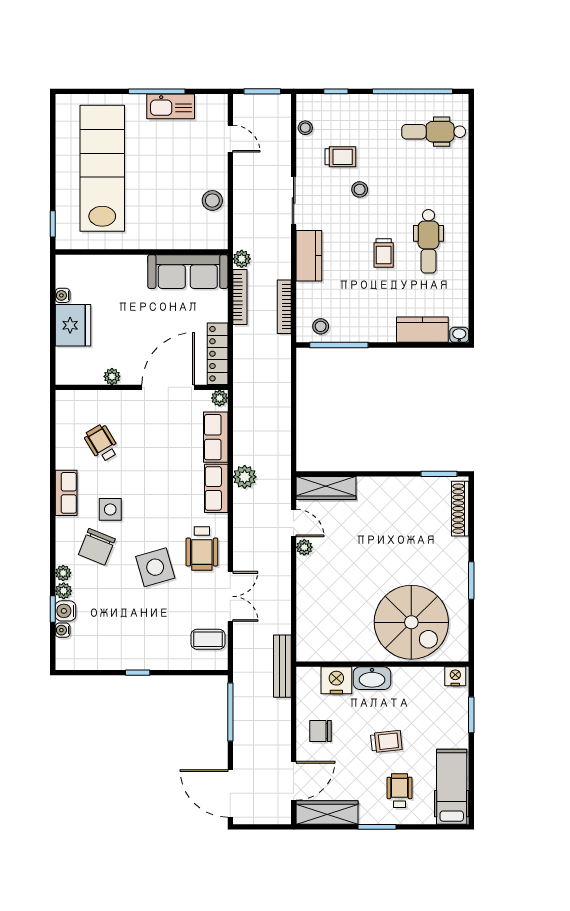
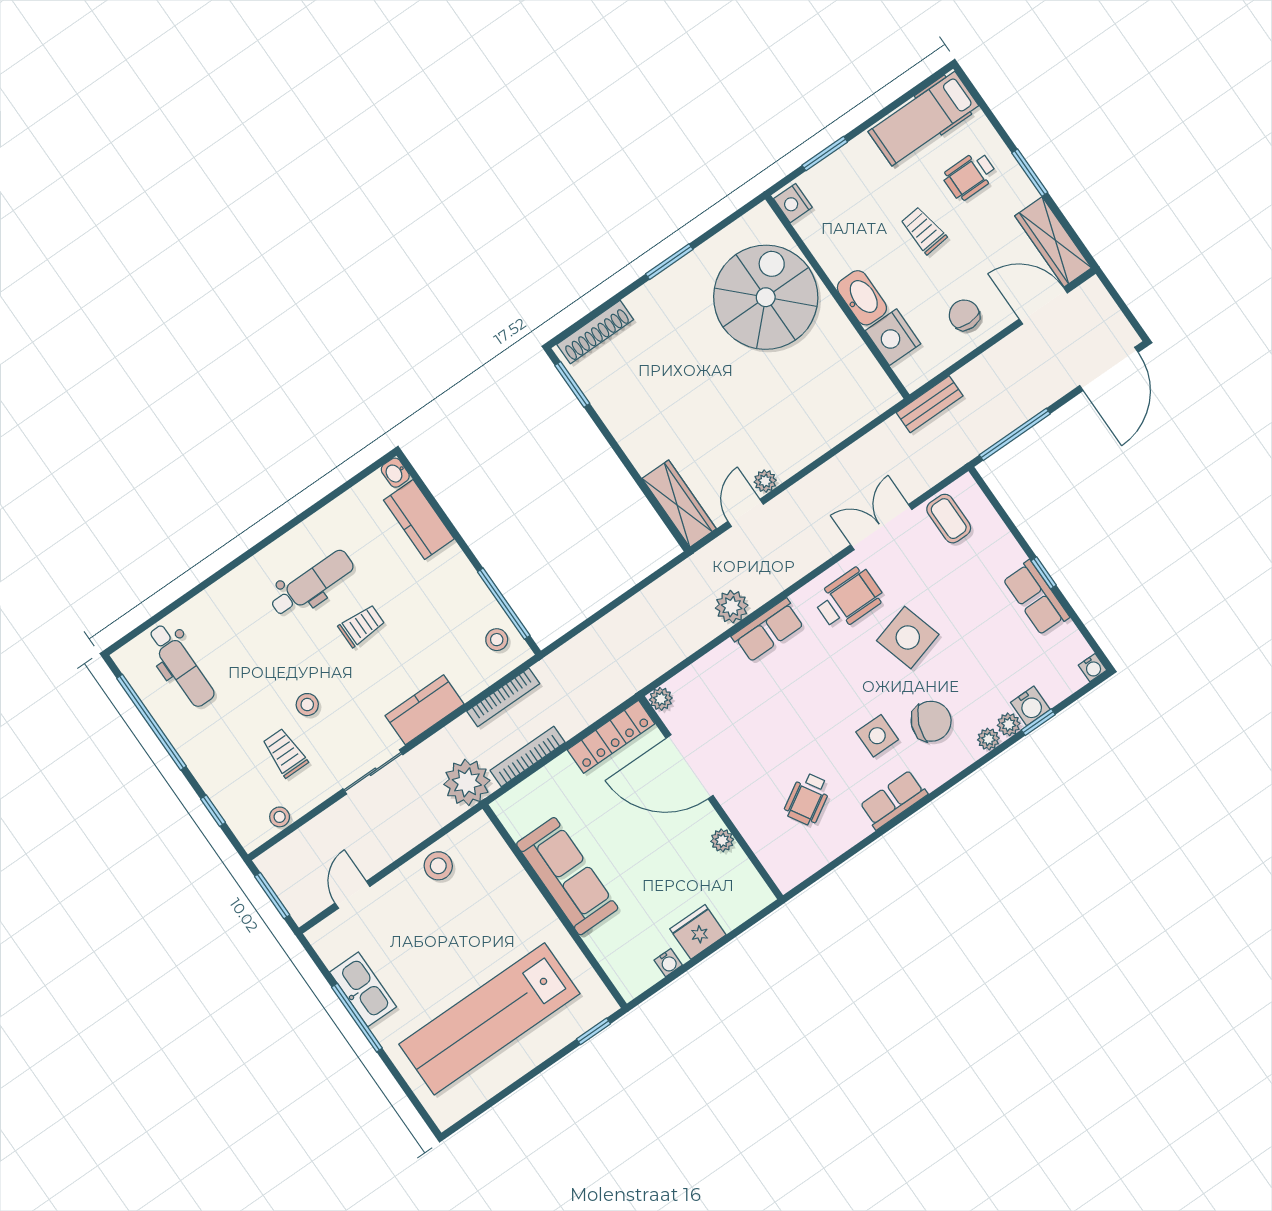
plant: (242, 259) -> (467, 782), width x1.87, depth x1.87
sofa: (188, 272) -> (567, 876), moved
fridge: (73, 325) -> (698, 932), width x0.73, depth x0.75
row of seats: (216, 437) -> (1036, 598), moved, turned 90
water cooler: (63, 630) -> (1093, 668), moved
bench: (282, 666) -> (930, 404), width x0.73
chair: (320, 731) -> (964, 315), turned 180

